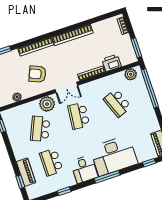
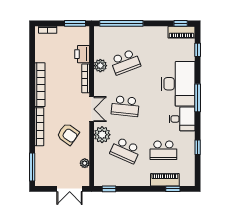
armchair: (37, 74) -> (68, 134), turned -78
plant: (131, 74) -> (100, 66), moved

